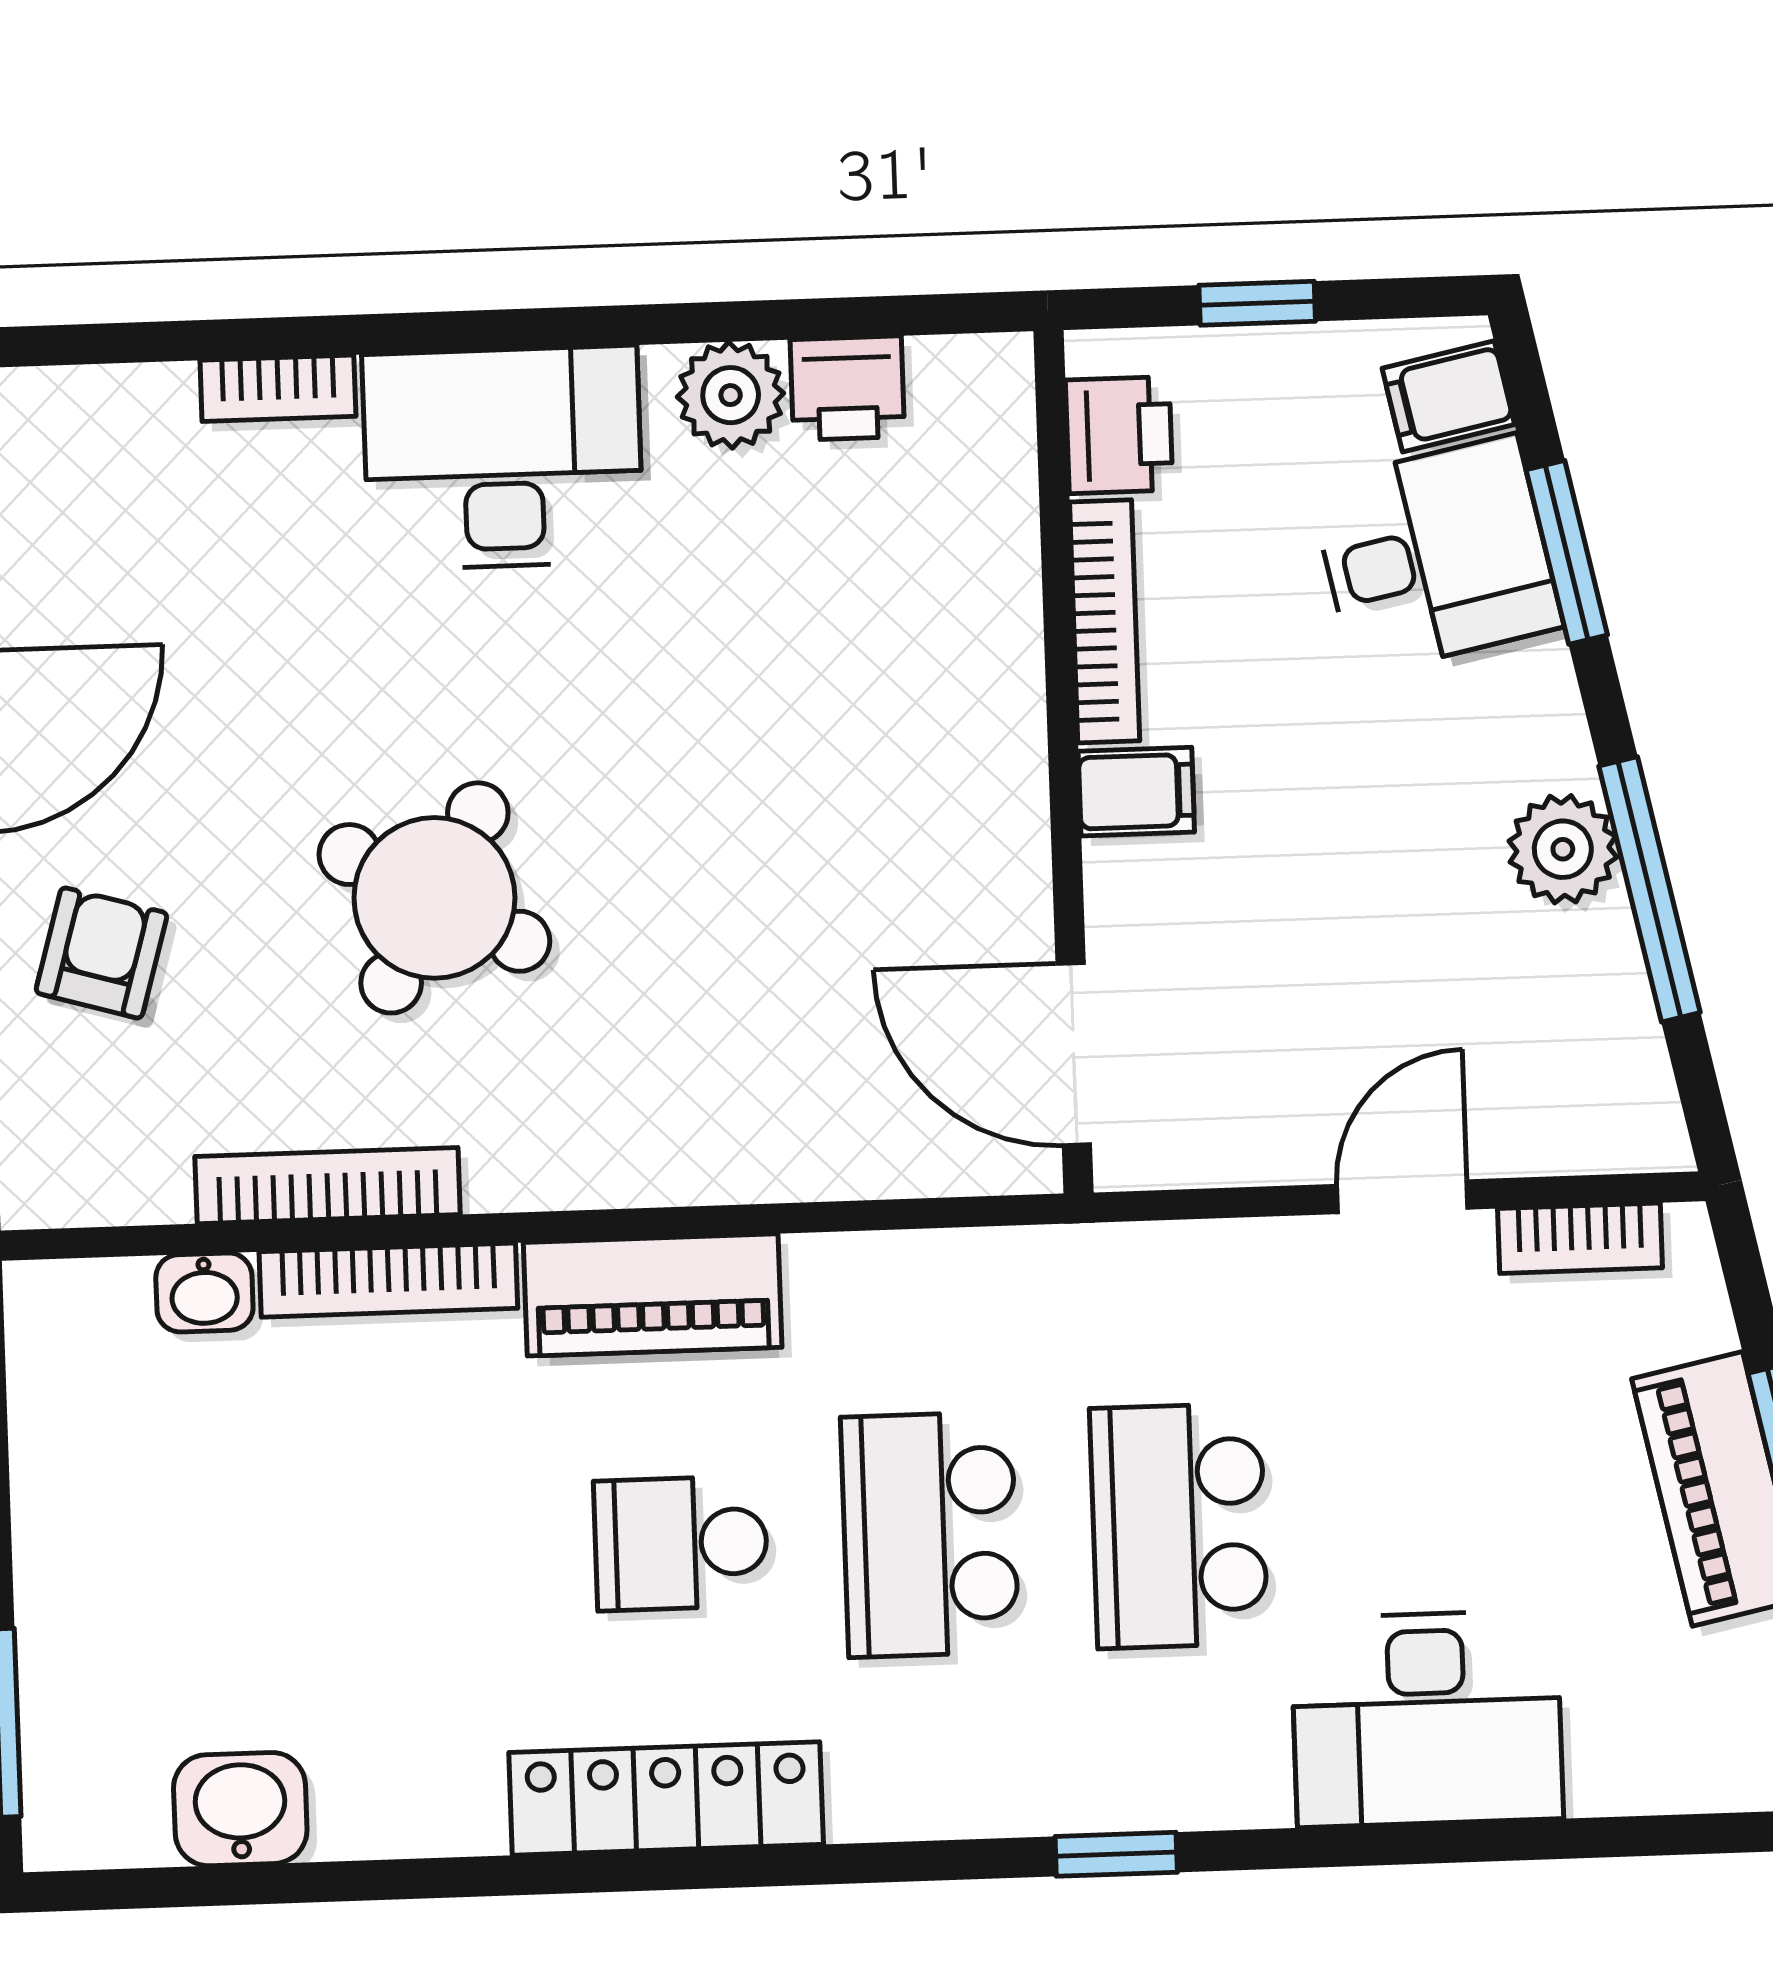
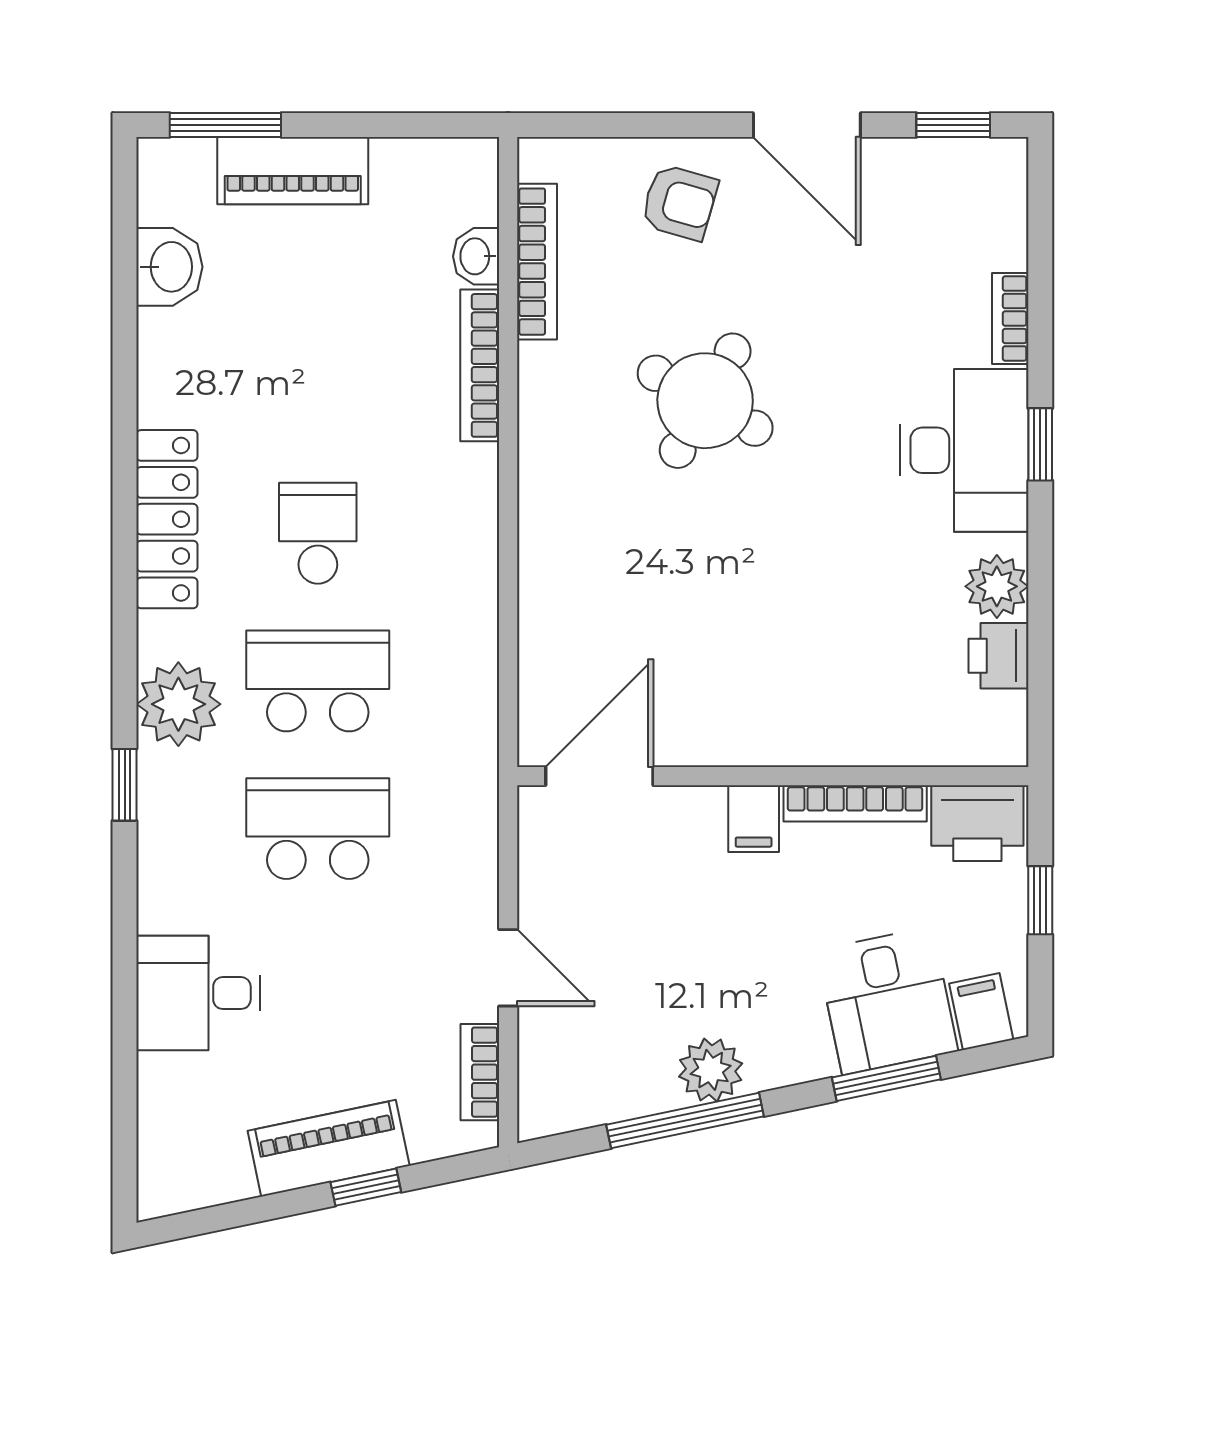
window: (489, 330) -> (1040, 444), added
printer: (1119, 435) -> (977, 823), width x1.36, depth x1.24
bookcase: (328, 1186) -> (537, 262), moved
piano: (653, 1295) -> (293, 171), moved, turned -90
desk: (1427, 1719) -> (198, 993), width x0.73
plant: (977, 1768) -> (178, 704), added

